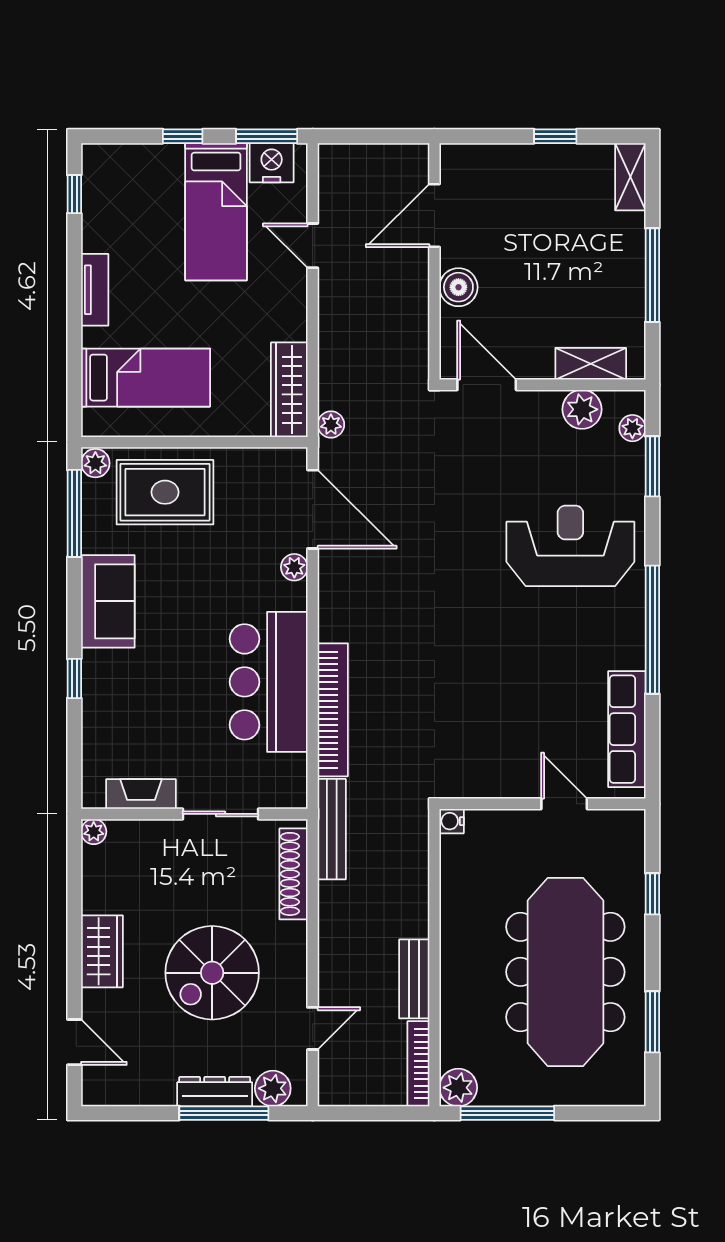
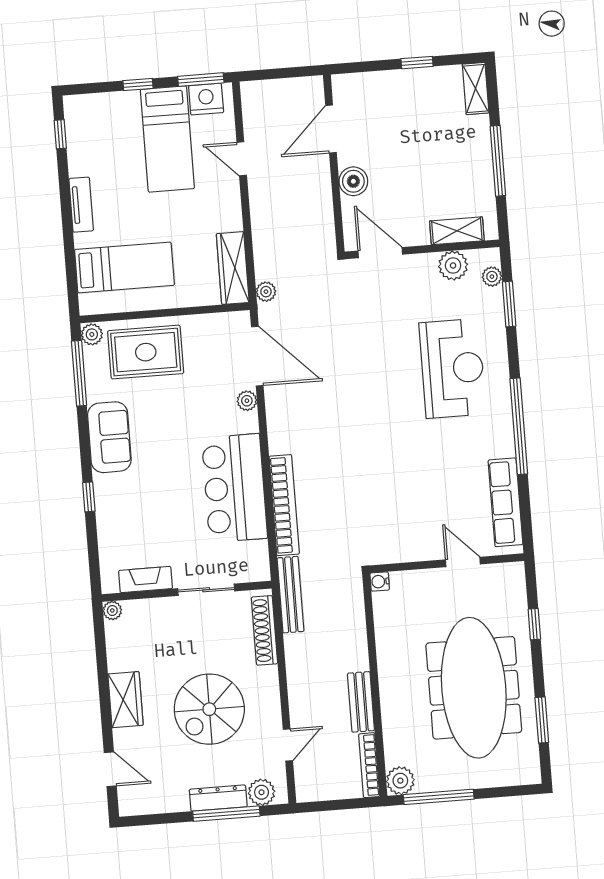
reception desk: (570, 546) -> (452, 368), turned 90

